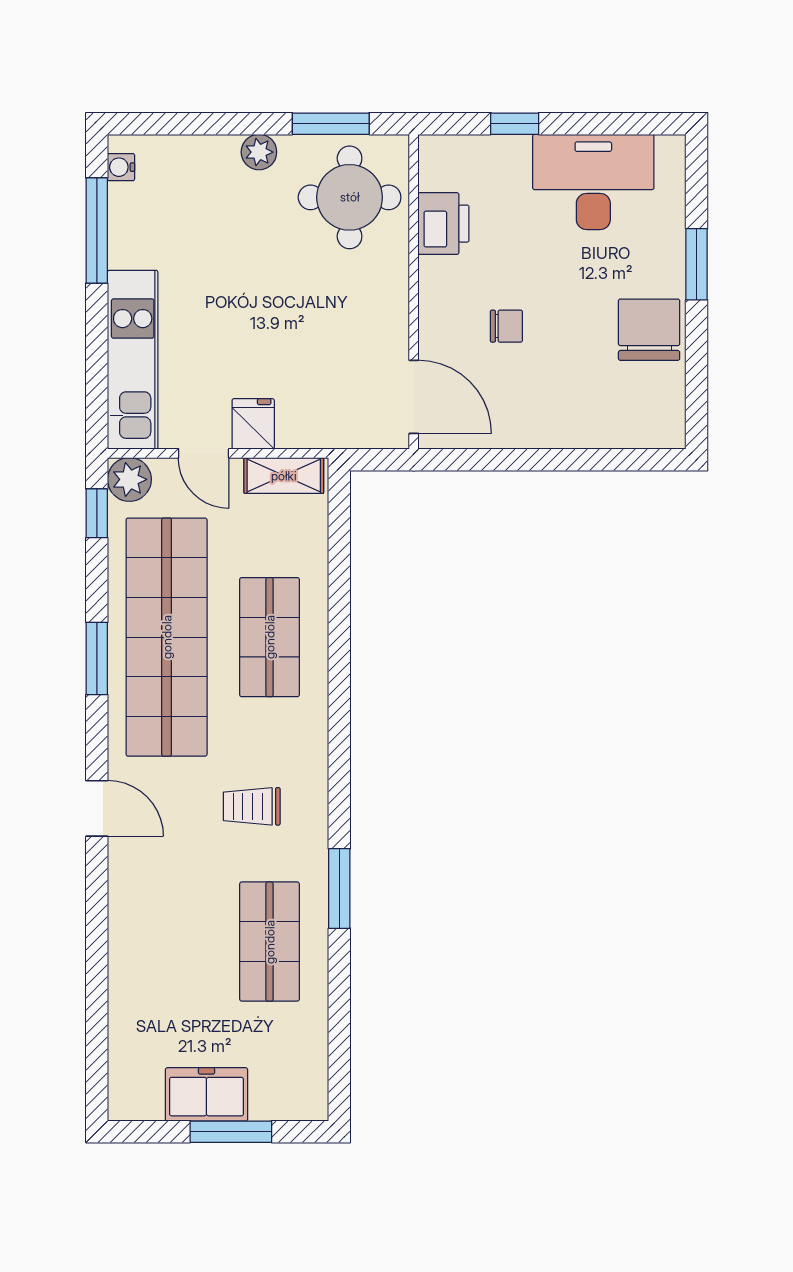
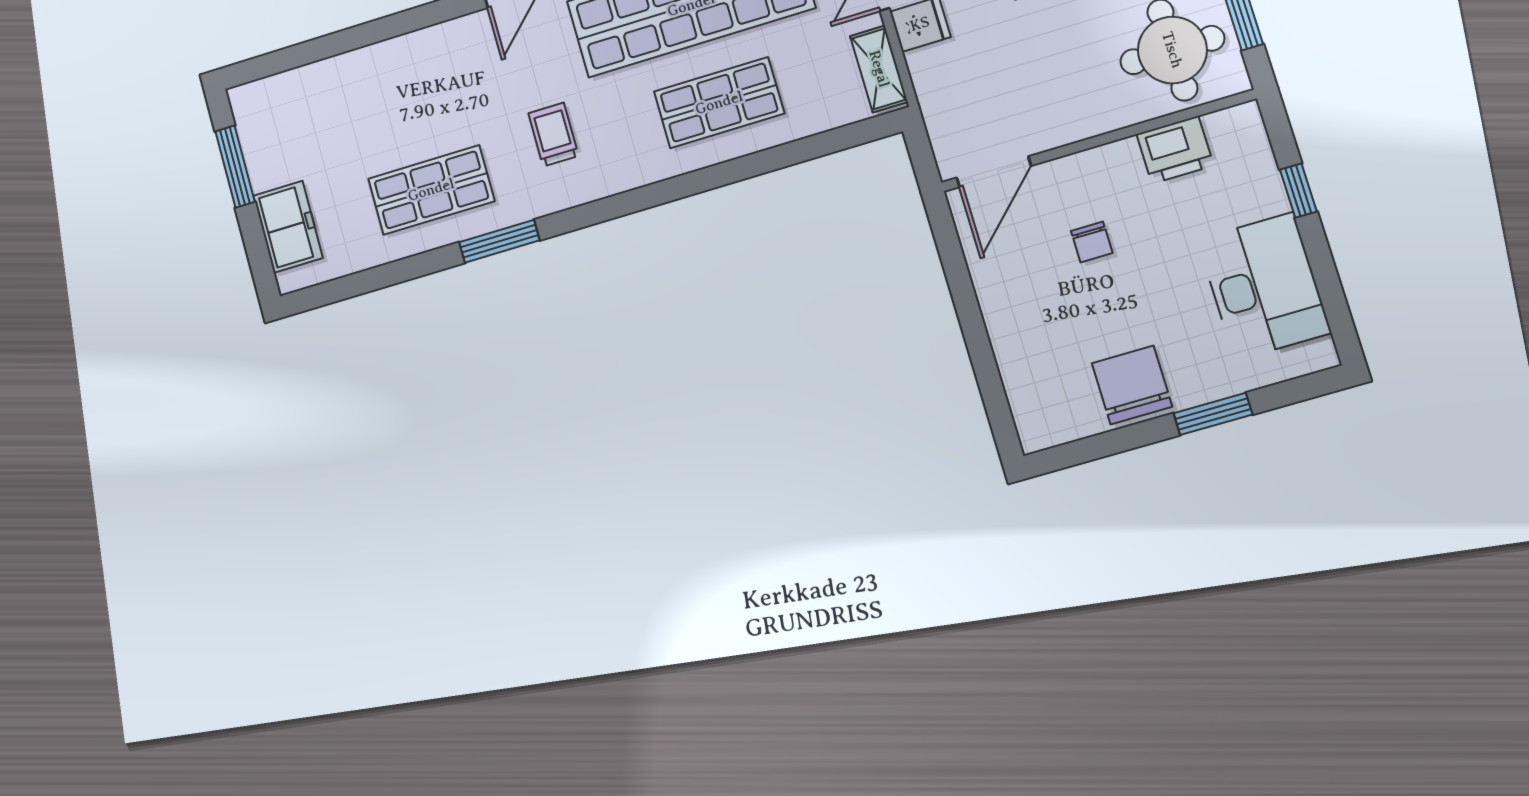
chair: (649, 330) -> (1132, 385), turned -90
freezer: (206, 1094) -> (288, 227), moved
window: (231, 1132) -> (235, 167), moved

